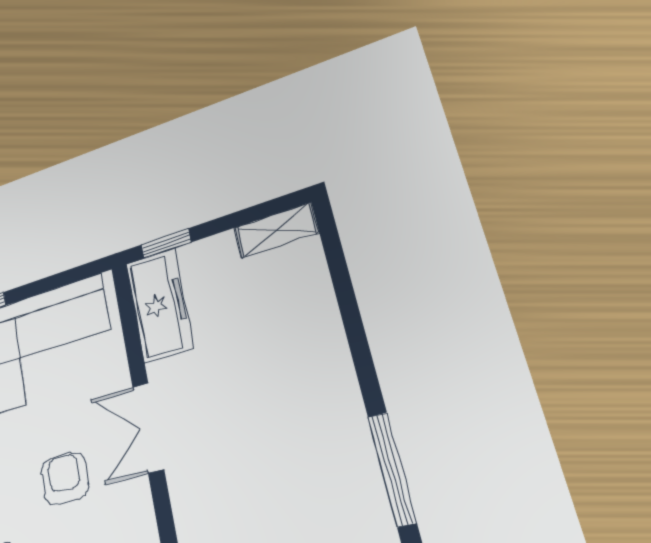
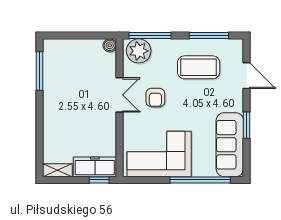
freezer: (160, 305) -> (95, 167), moved, turned 90
double door: (148, 428) -> (120, 95), moved

